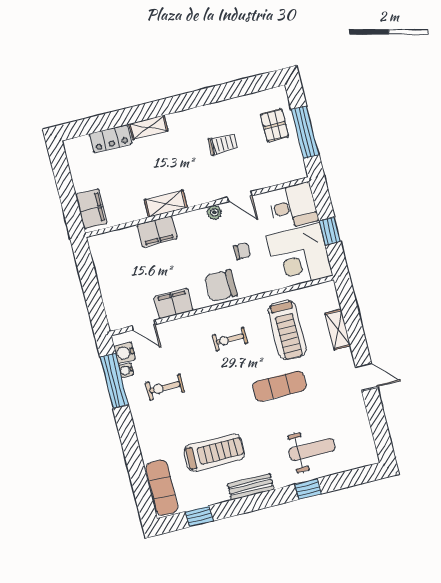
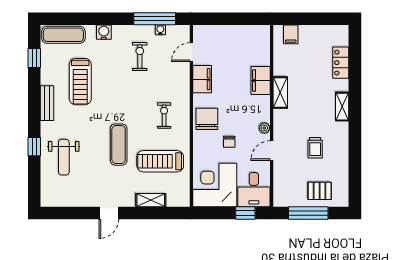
shelving: (148, 127) -> (342, 107), moved
filing cabinet: (91, 209) -> (291, 34), width x0.50
window: (330, 231) -> (245, 213), moved
water cooler: (125, 353) -> (104, 32), moved

